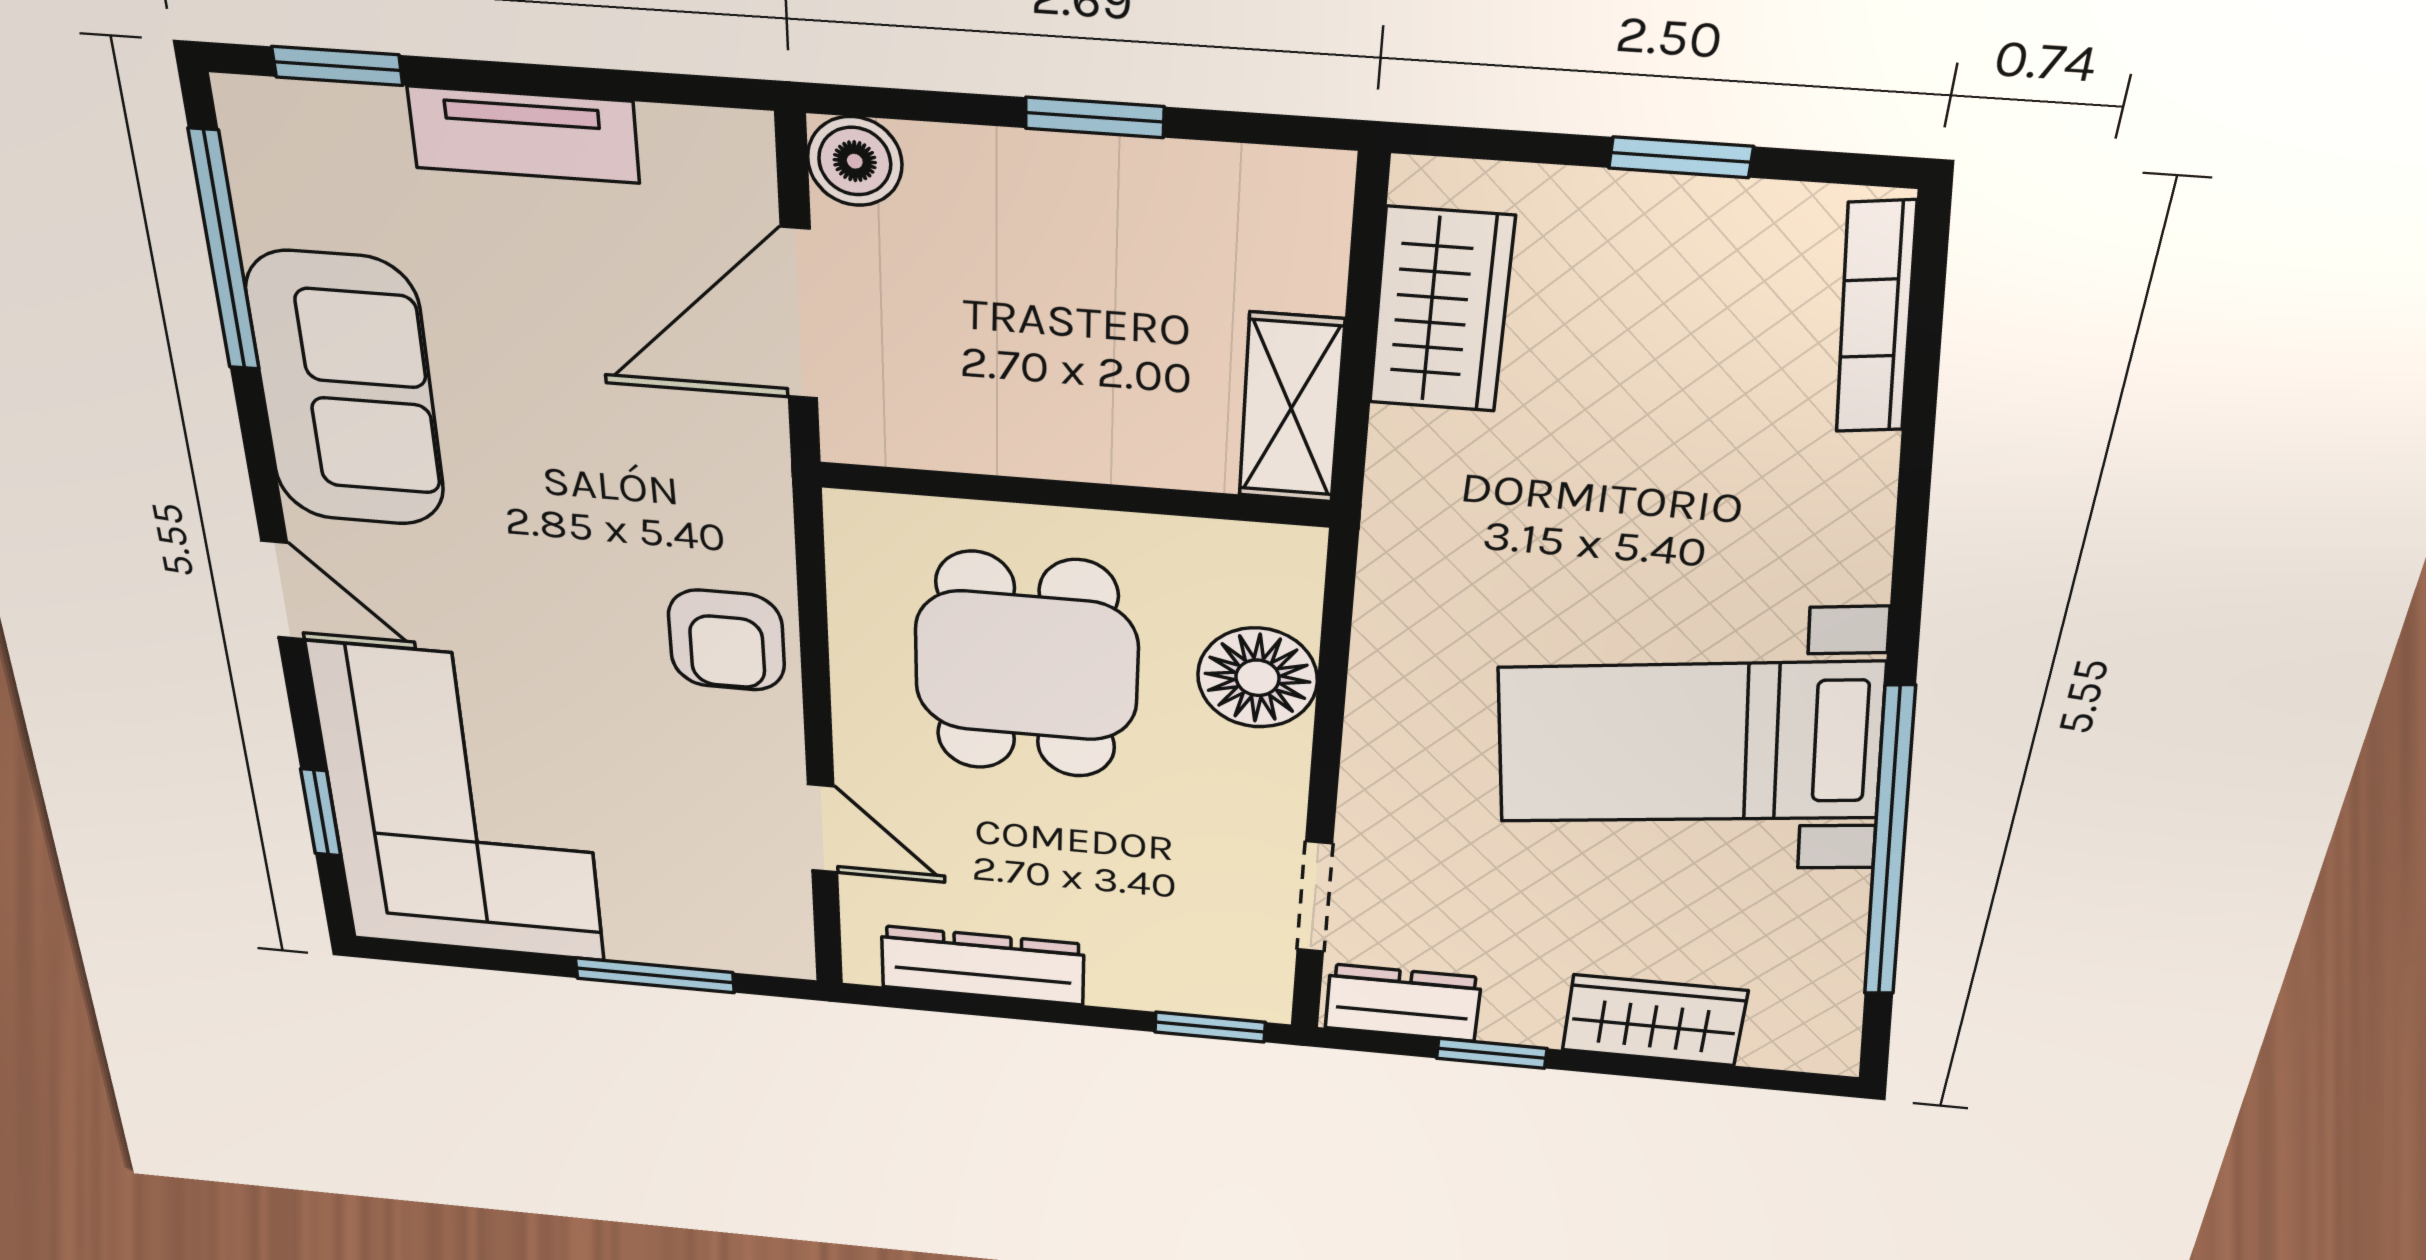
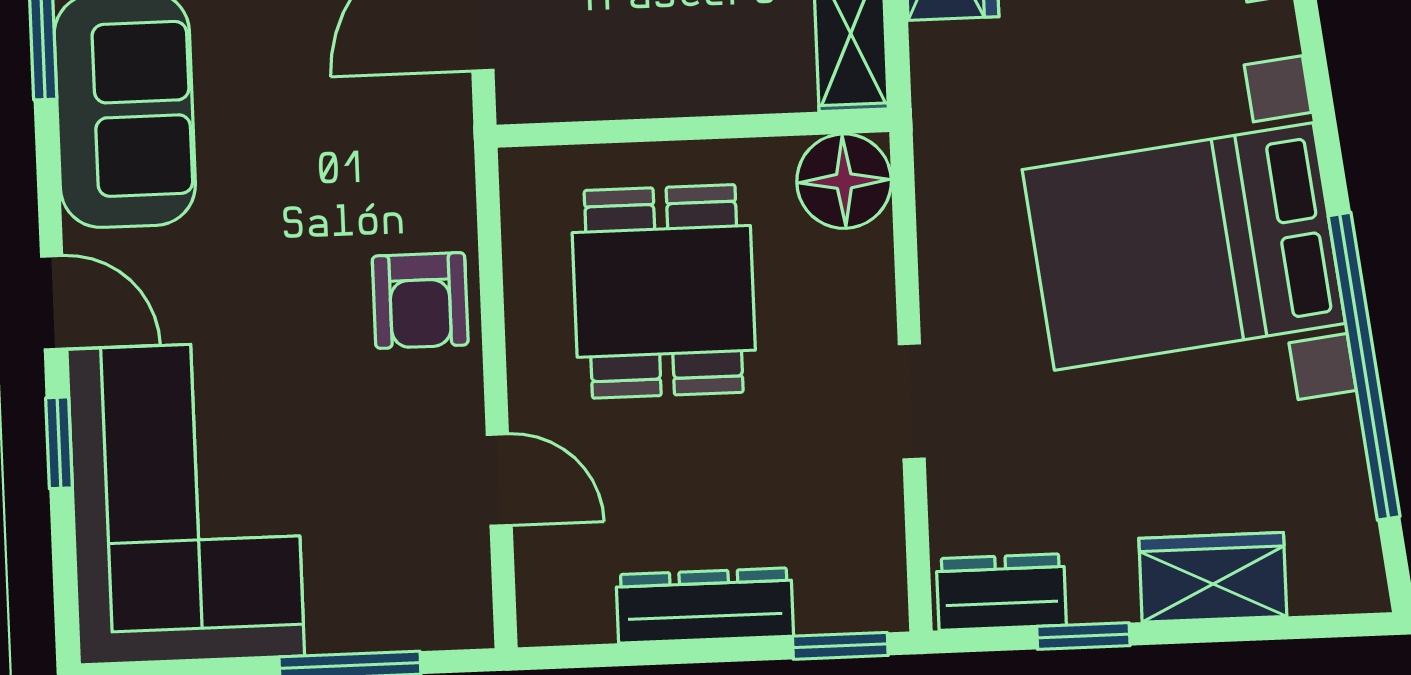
floor lamp: (1257, 678) -> (844, 181), moved
bed with nightstands: (1689, 743) -> (1184, 246), width x1.36
window: (321, 812) -> (59, 443), moved
doorway: (1315, 897) -> (912, 401), moved
dresser: (983, 966) -> (705, 605), moved

